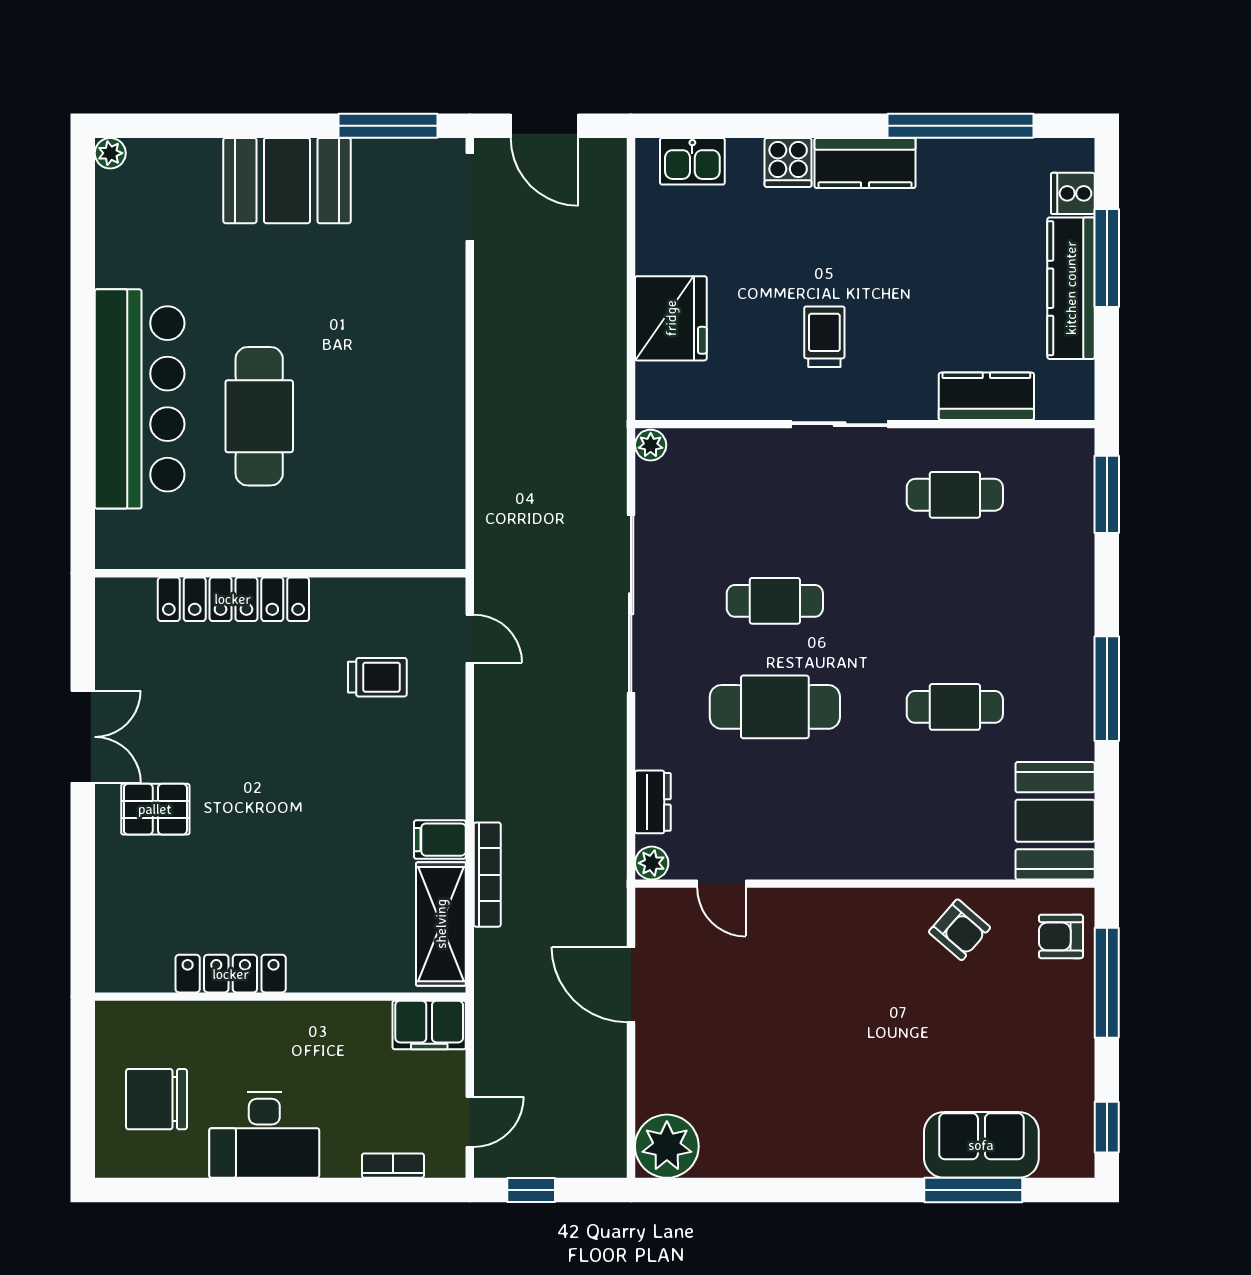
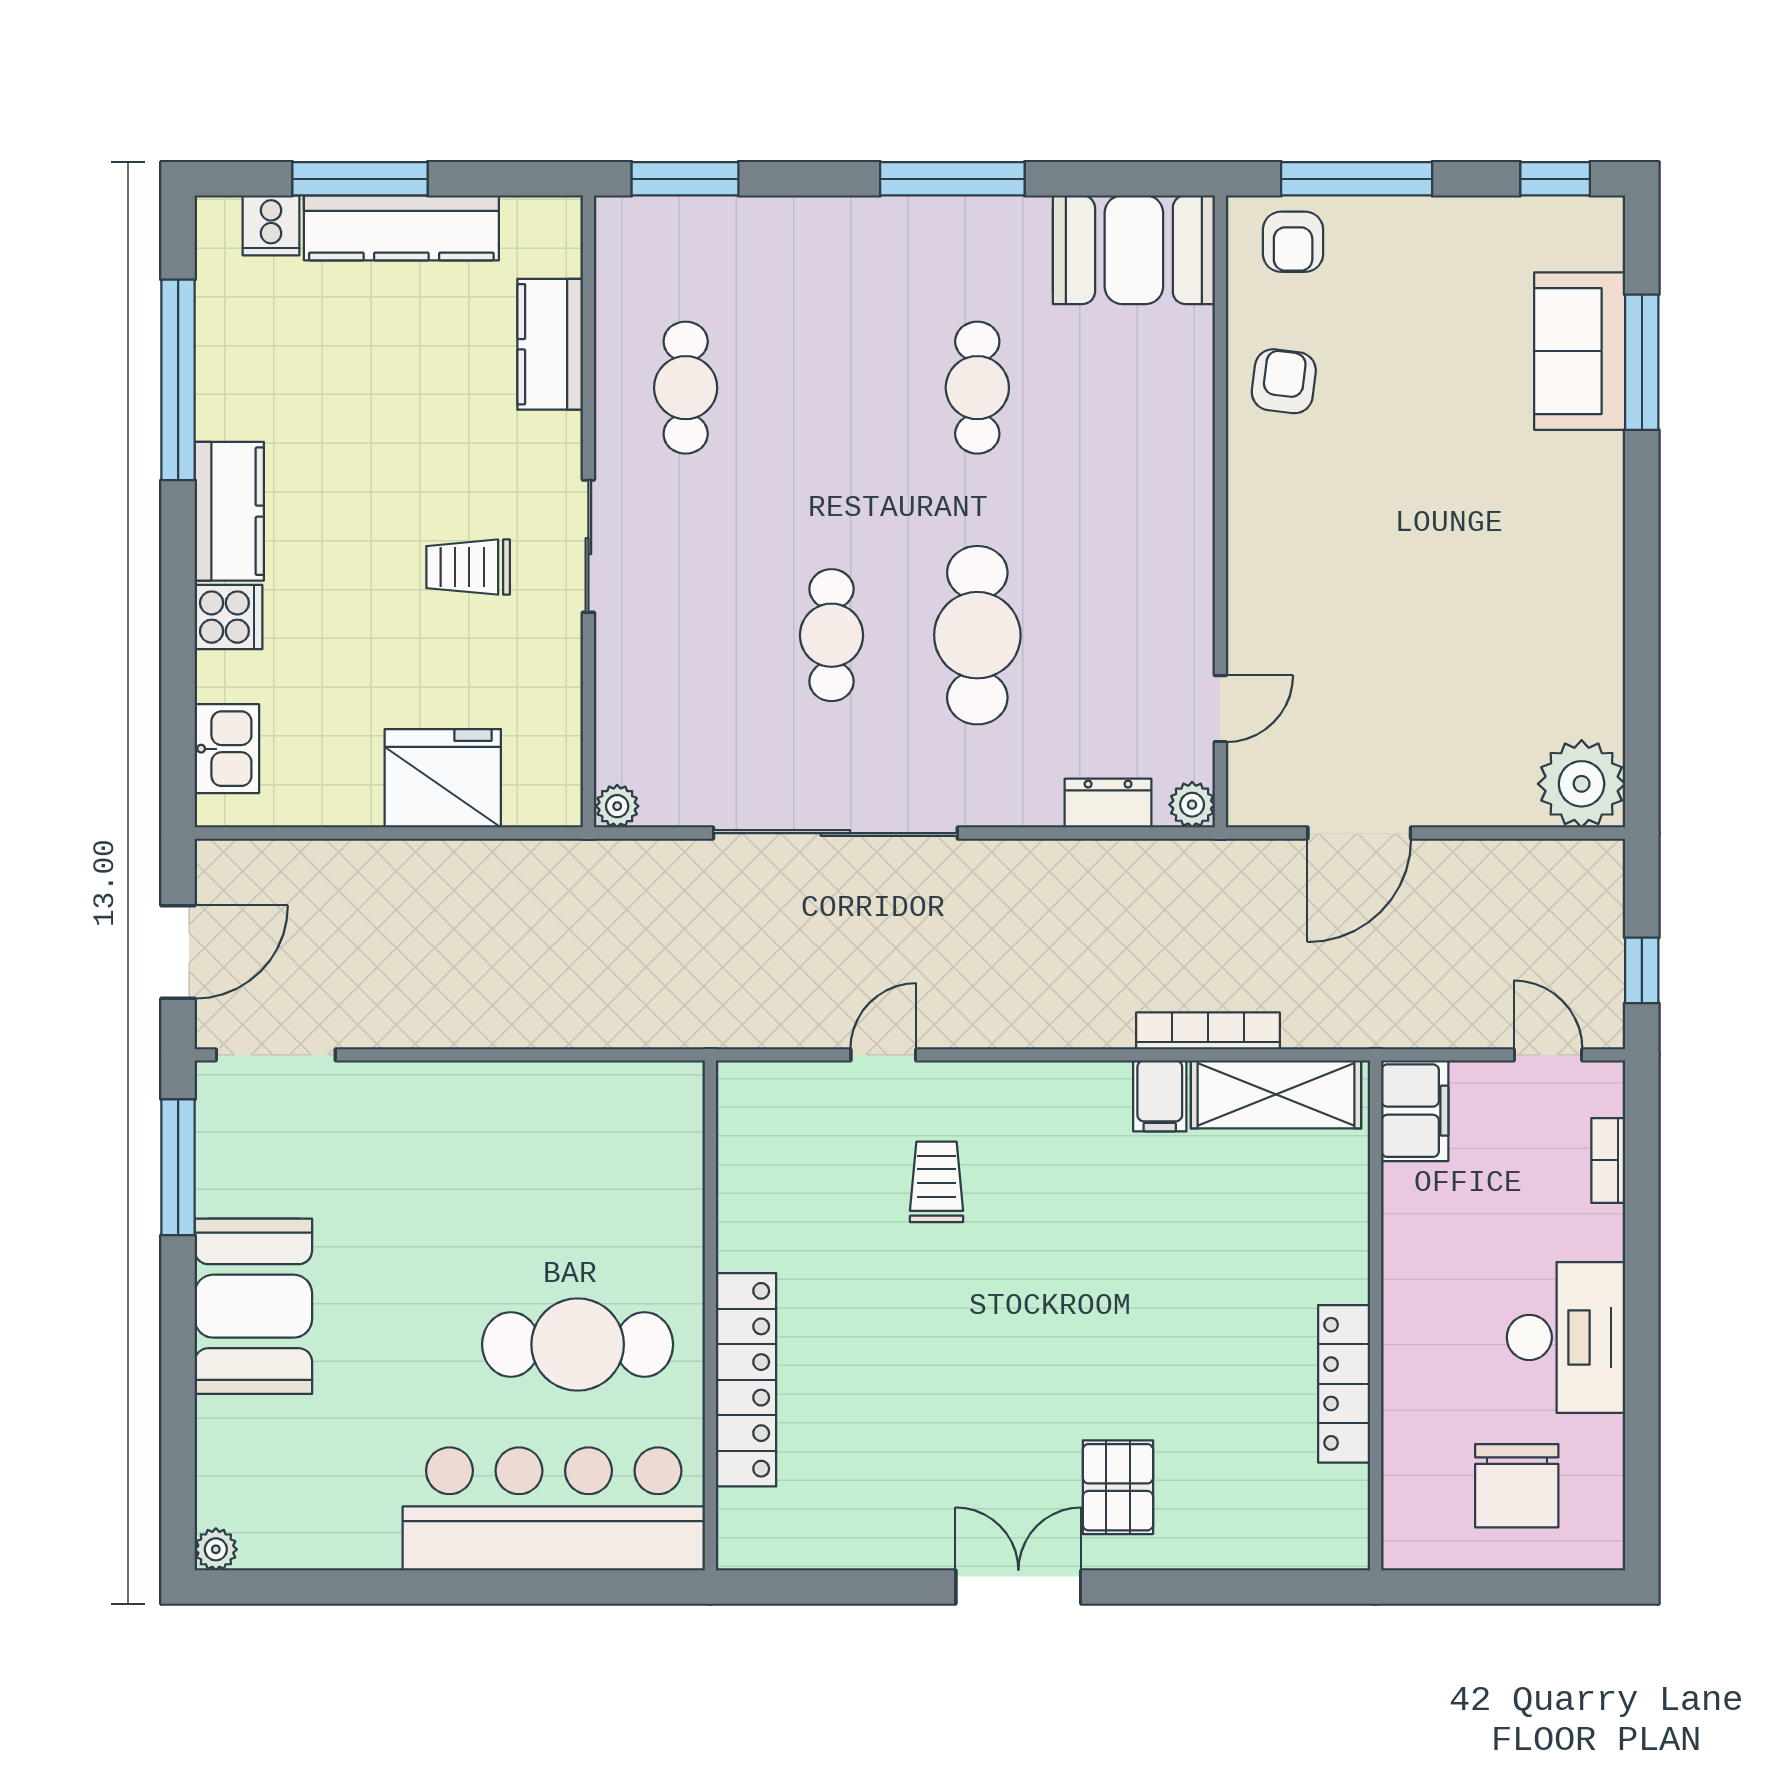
wall: (280, 573) -> (710, 1315), moved
locker: (233, 599) -> (746, 1380), moved
armchair: (960, 930) -> (1284, 381), turned -34

